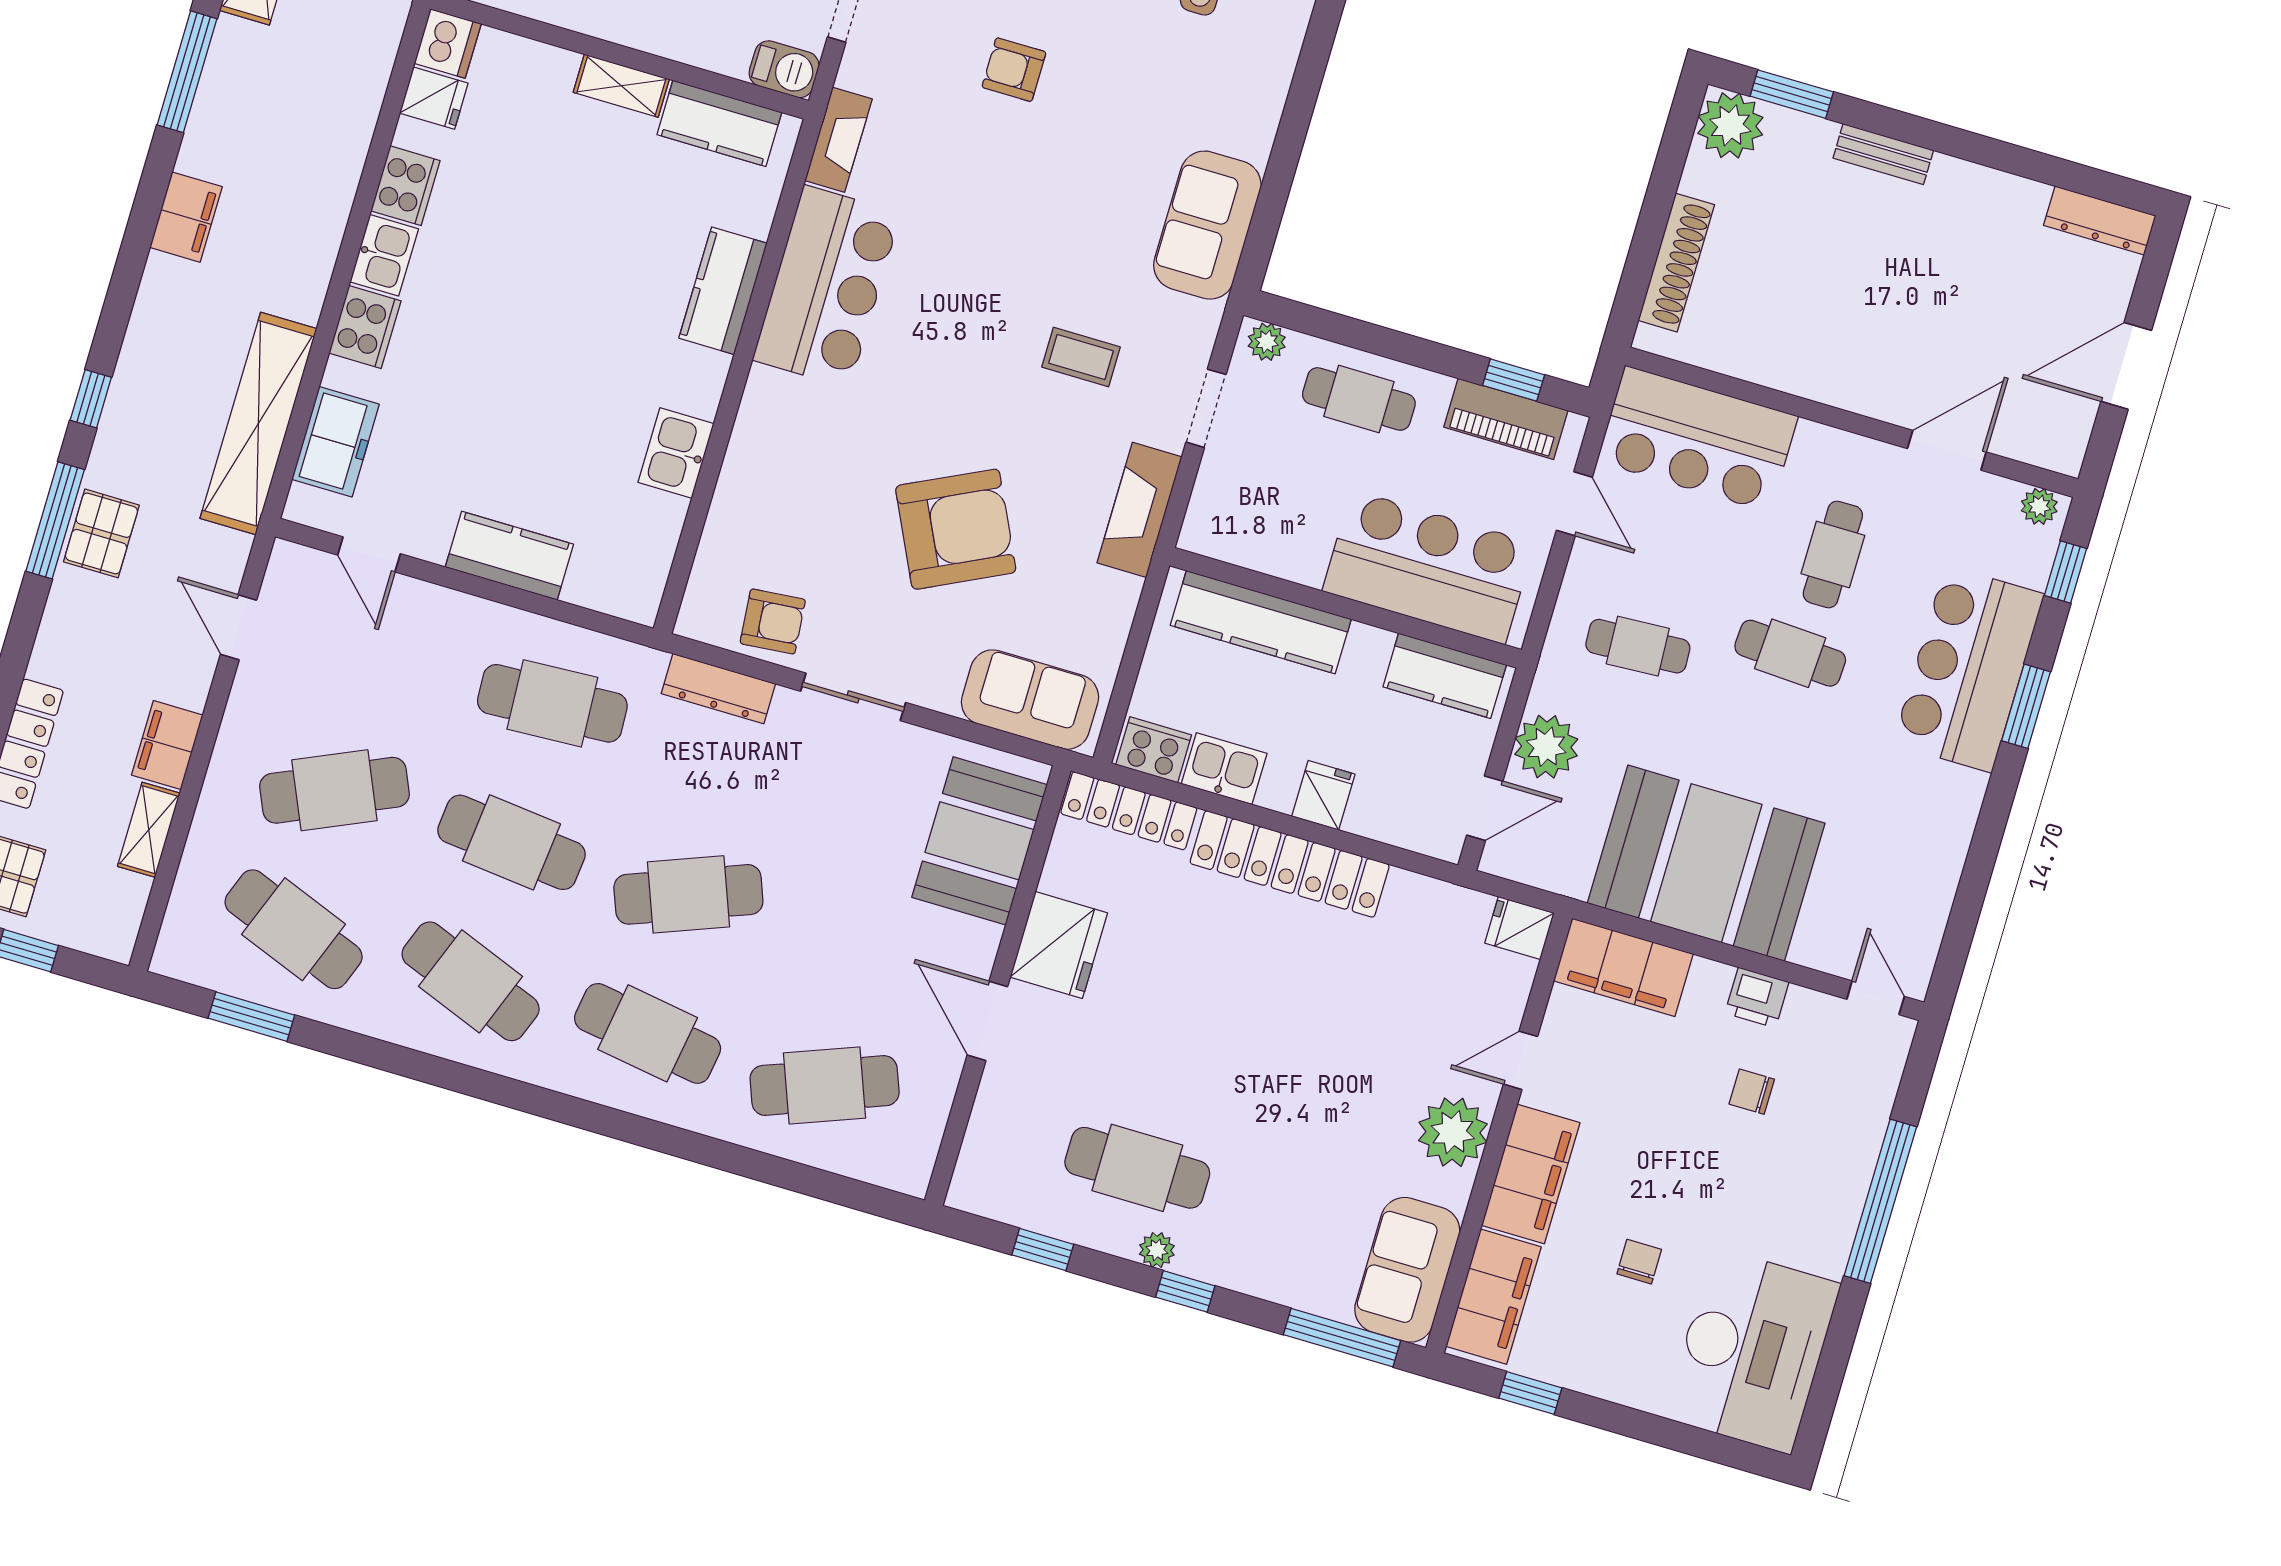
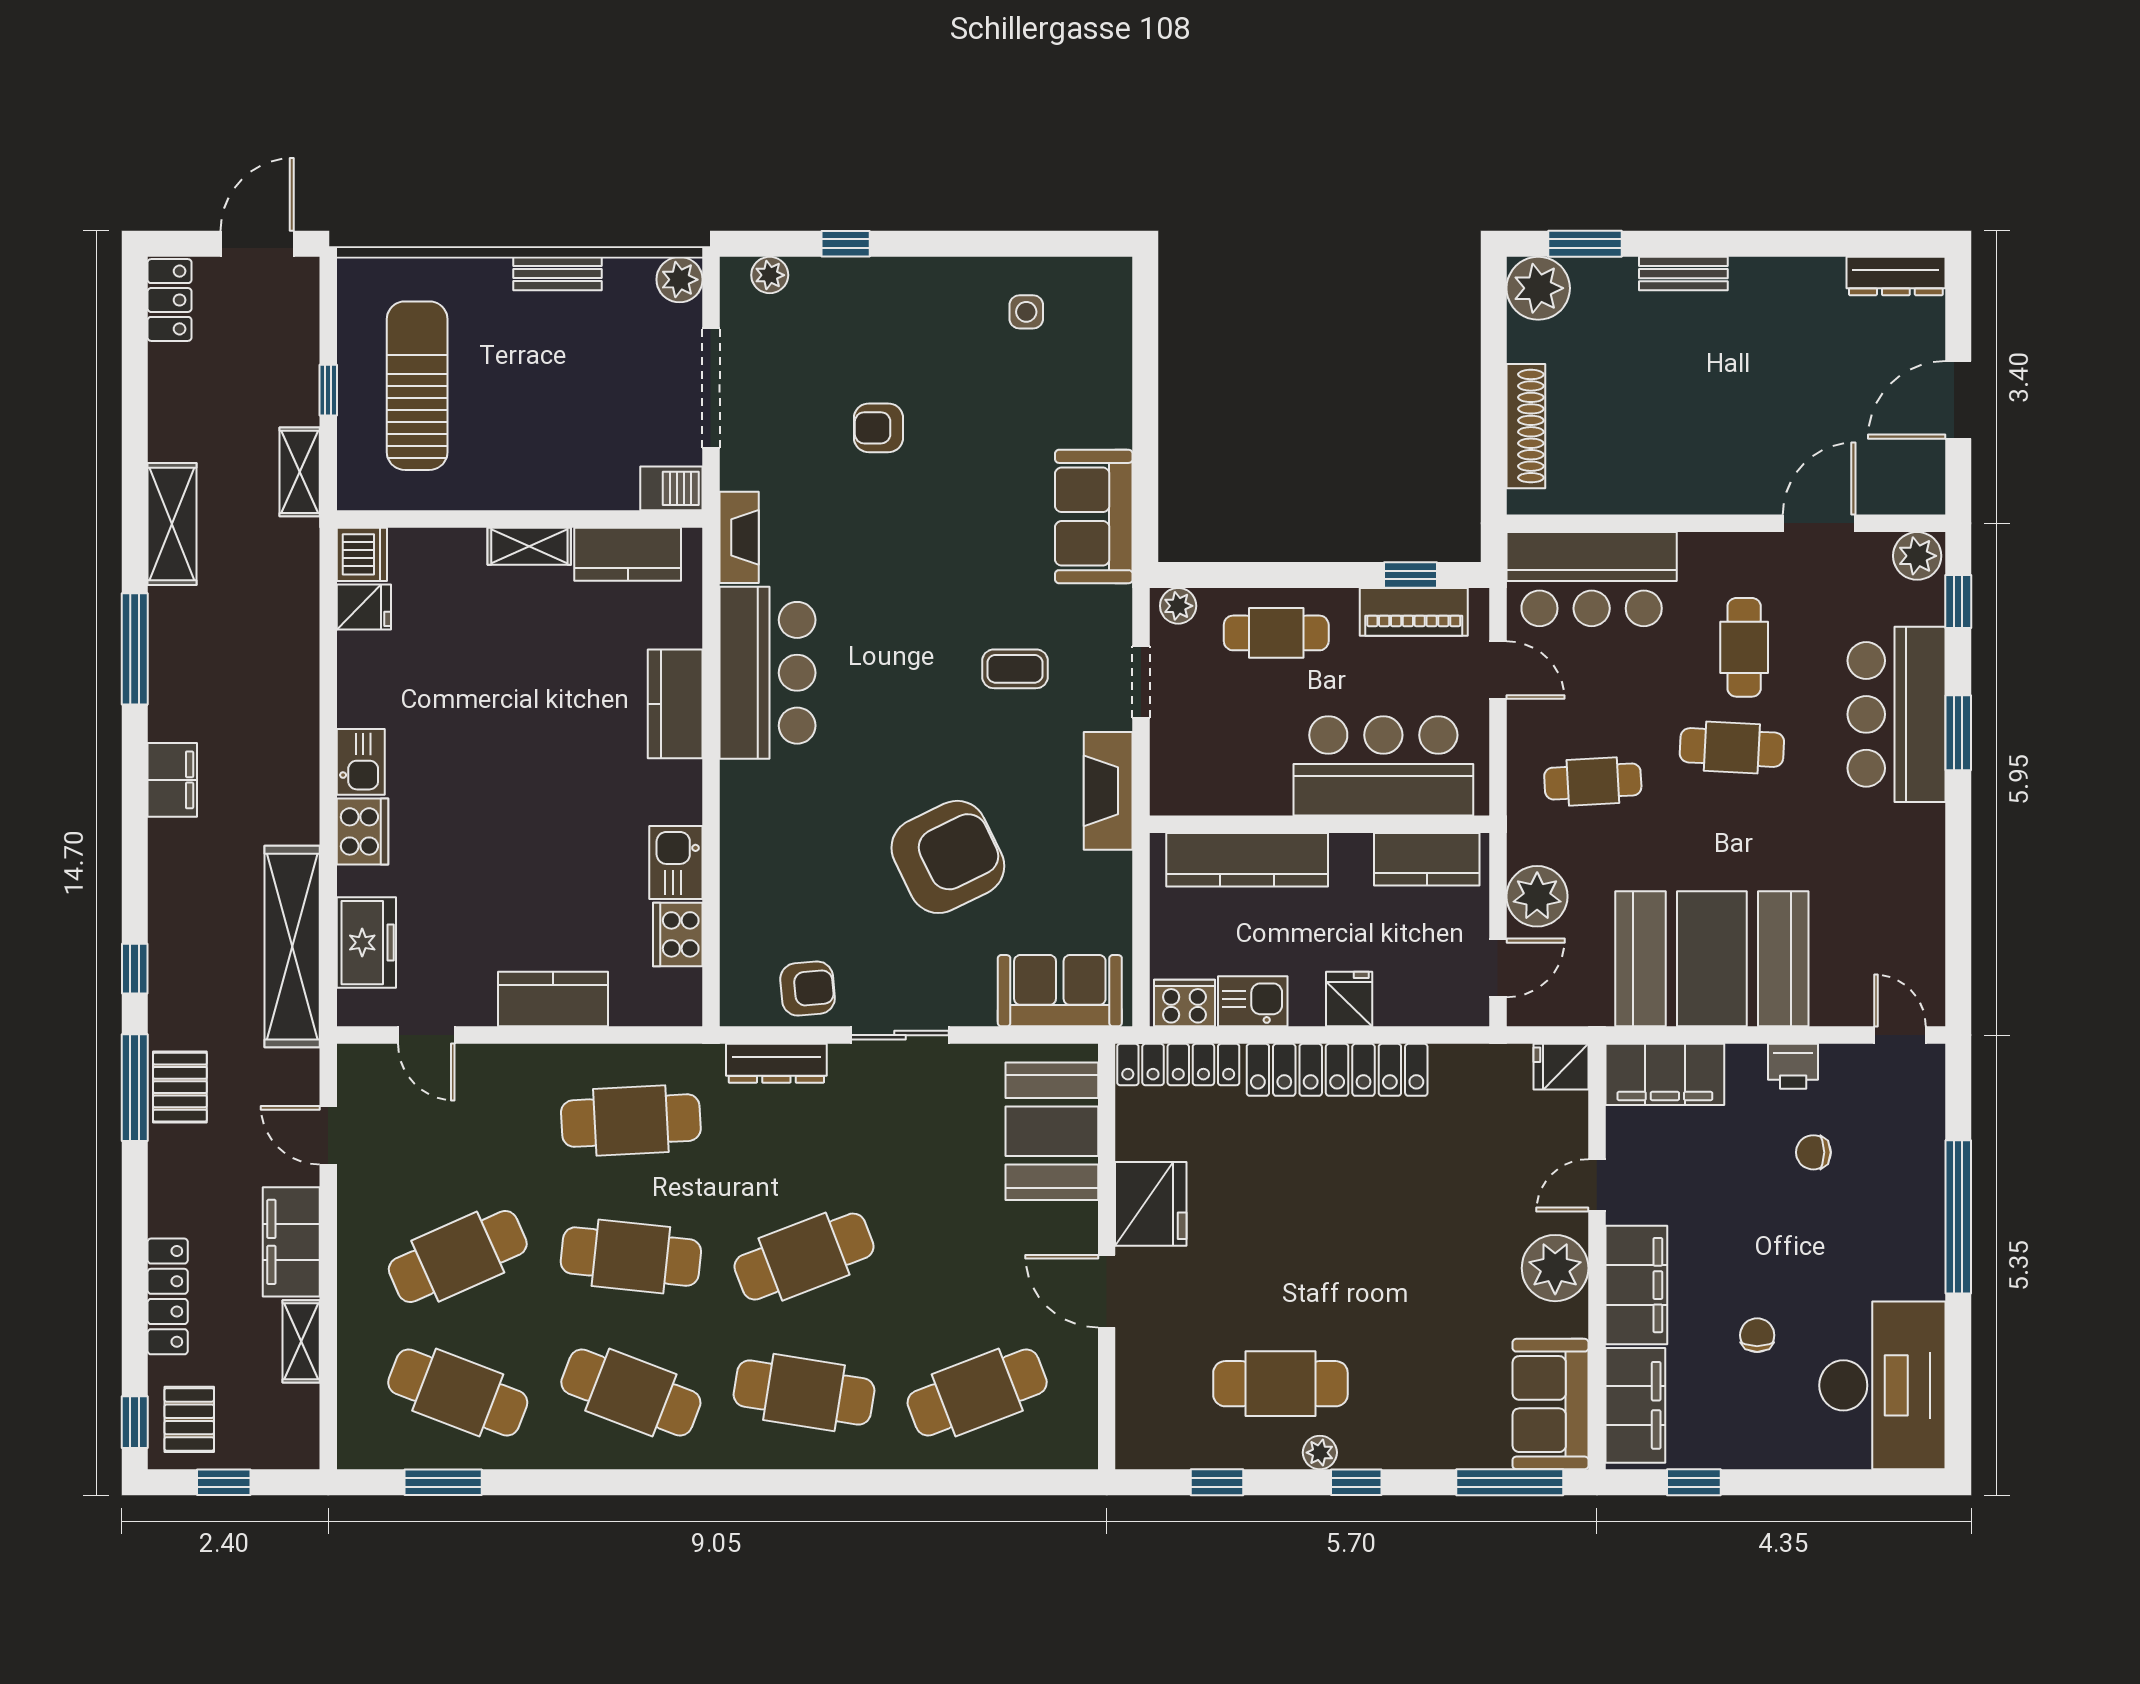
cooker: (405, 186) -> (678, 934), moved, turned 180
plant: (2039, 506) -> (1917, 556), width x1.38, depth x1.38
filing cabinet: (167, 745) -> (291, 1242), width x1.50, depth x1.17

